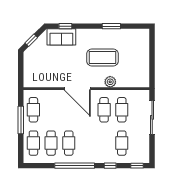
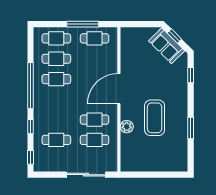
sofa: (61, 37) -> (167, 46), moved, turned -45

